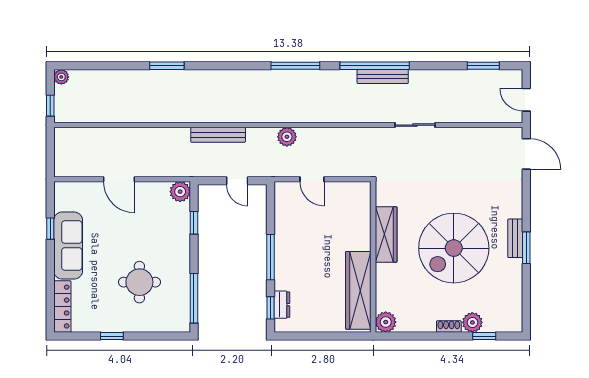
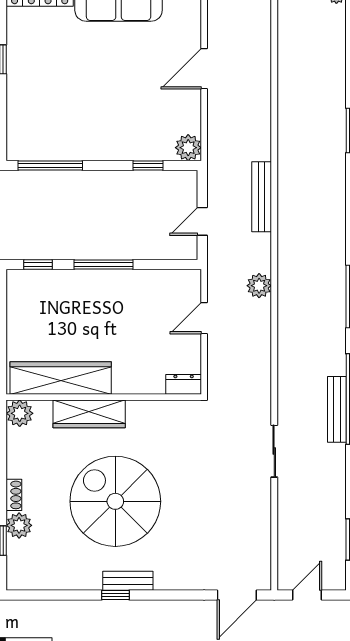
wardrobe: (386, 235) -> (89, 414), moved
window: (526, 248) -> (116, 595), width x0.67
round table: (139, 282) -> (71, 95), removed
dresser: (282, 305) -> (184, 384), moved, turned 180

